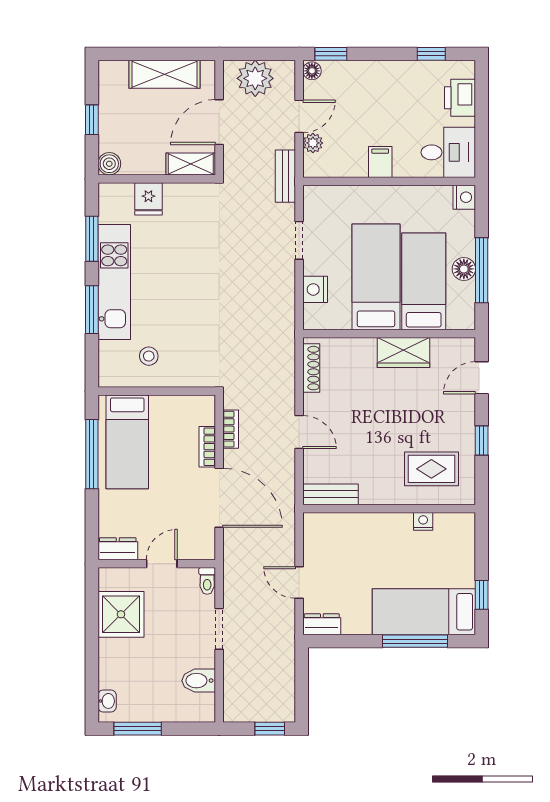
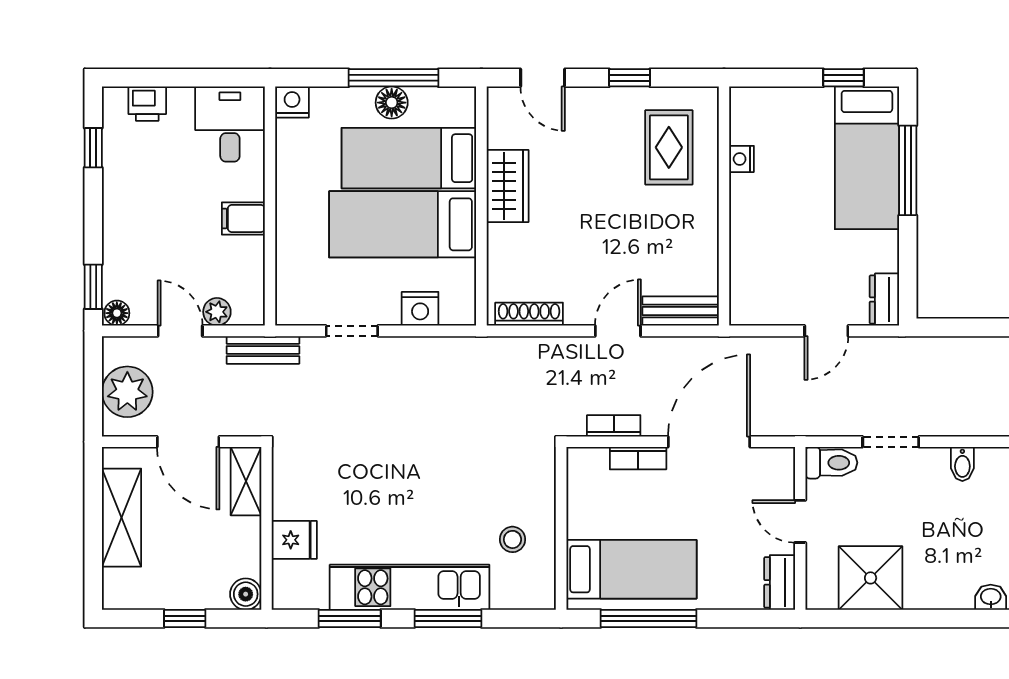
printer: (460, 98) -> (147, 104), width x0.73, depth x0.81
bench: (331, 494) -> (681, 311), moved, turned 90
toilet: (207, 581) -> (831, 463), width x1.37, depth x1.39
bidet: (199, 681) -> (962, 464), width x0.72, depth x0.74

